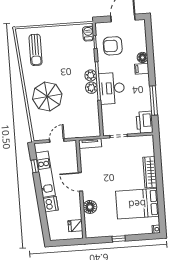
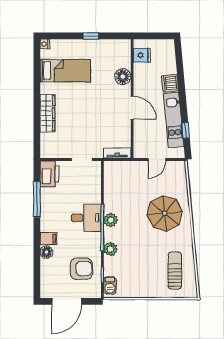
plant: (91, 75) -> (110, 249), moved
desk: (112, 88) -> (86, 218), width x0.73
bed: (137, 204) -> (65, 71), width x0.67

